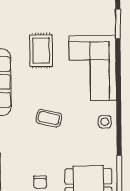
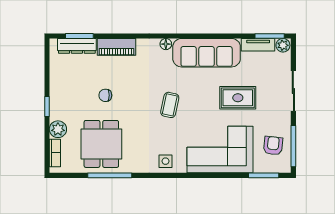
armchair: (88, 15) -> (273, 146), added

